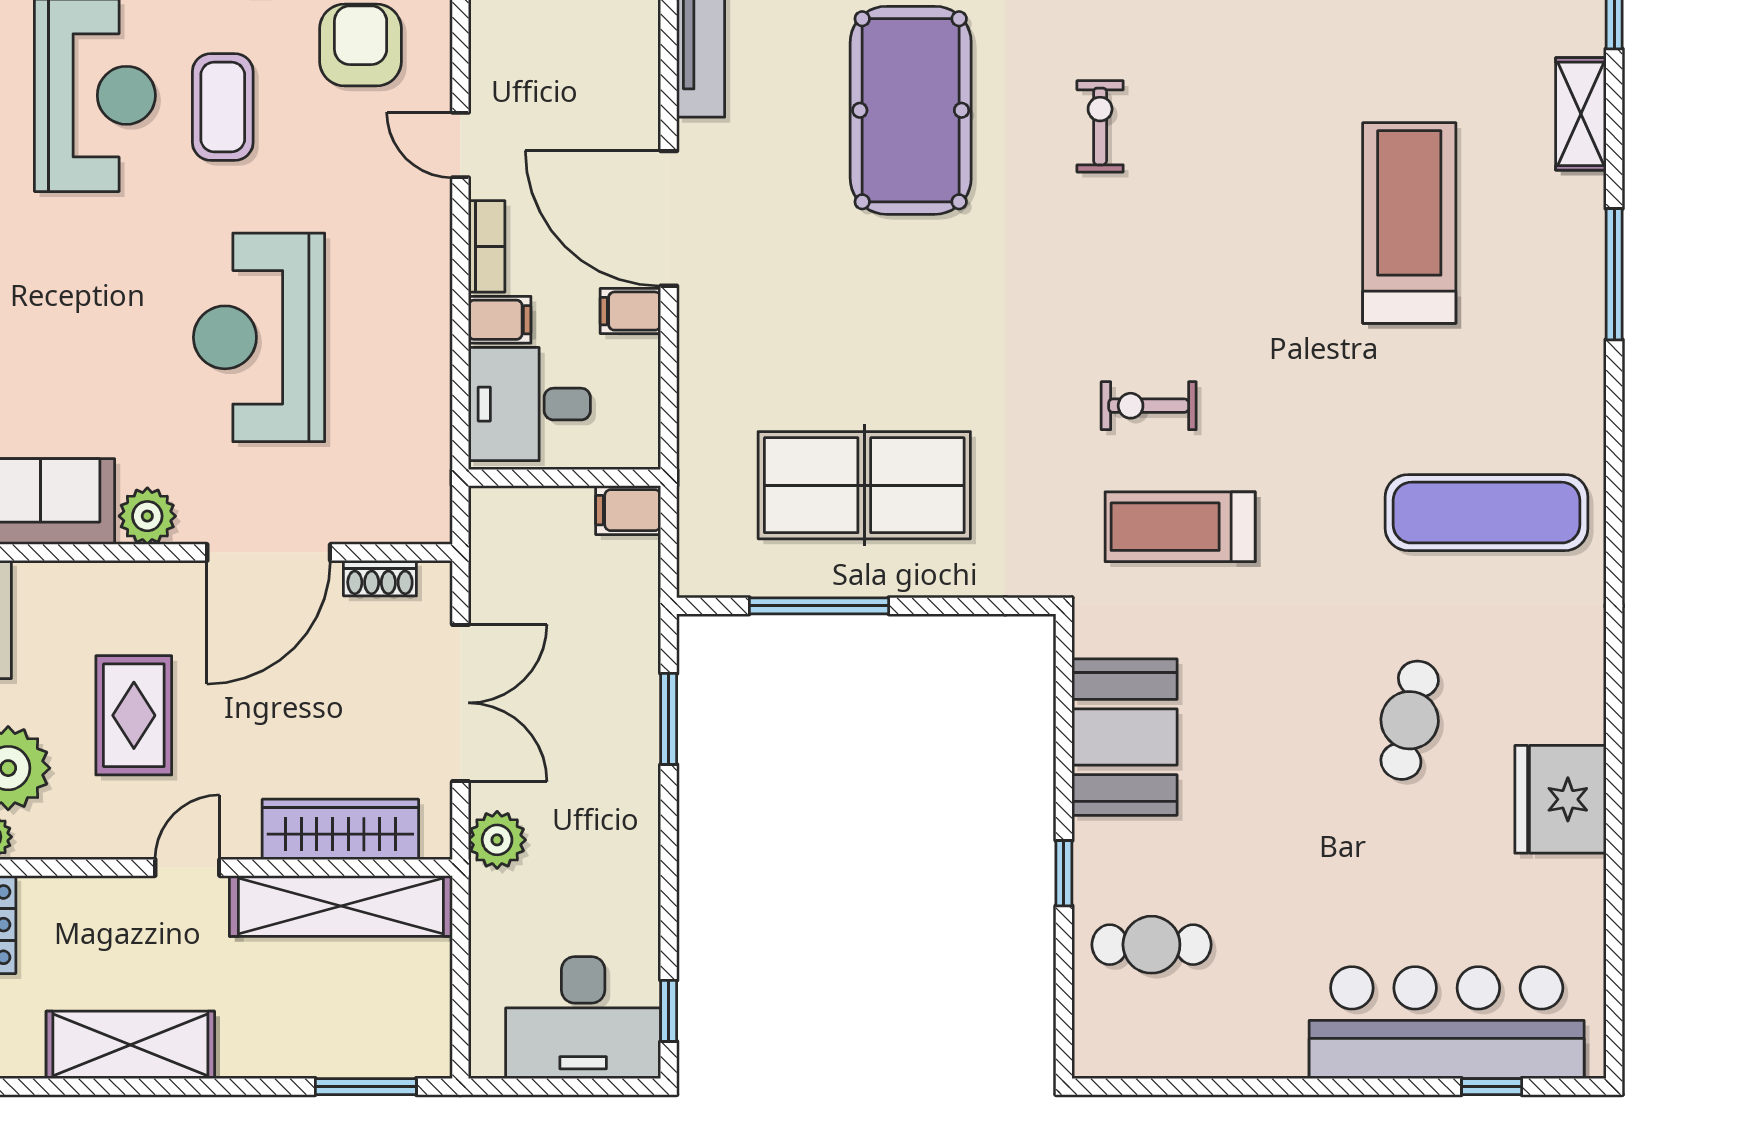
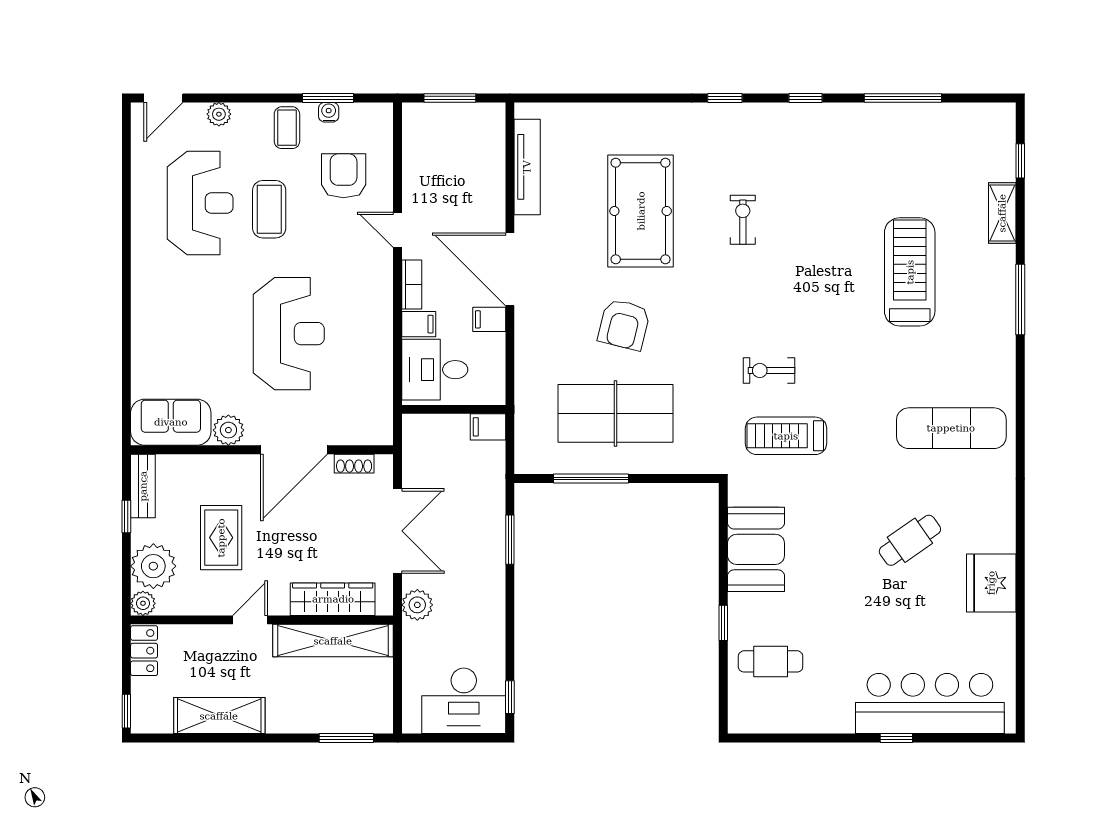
armchair: (880, 321) -> (624, 325), added
reception desk: (259, 337) -> (289, 334), turned 180
cafe table: (1410, 720) -> (910, 540), turned 43
window: (1492, 1087) -> (896, 738), moved

